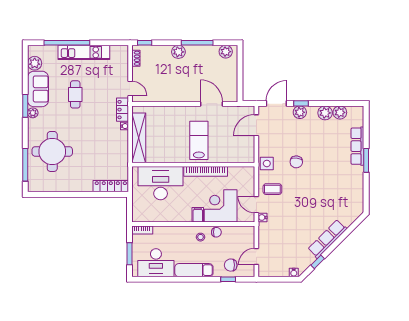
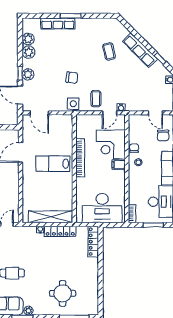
locker: (122, 110) -> (60, 231), moved, width x1.53
round table: (52, 151) -> (63, 293), width x0.73, depth x0.73
desk: (161, 183) -> (102, 208), moved, turned -90
coffee table: (326, 204) -> (109, 51), added

